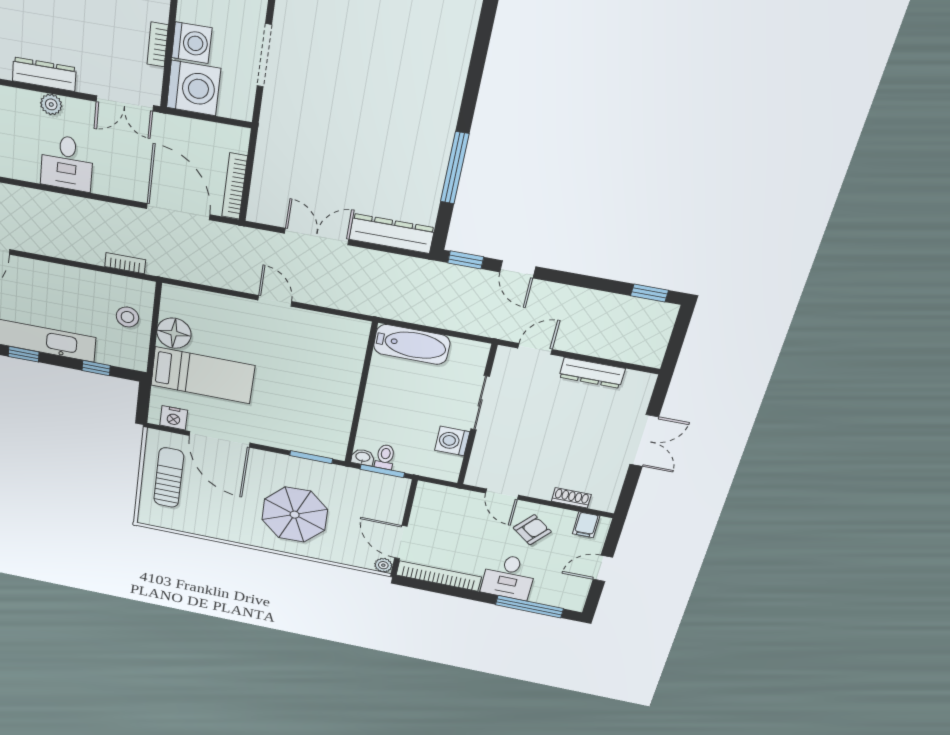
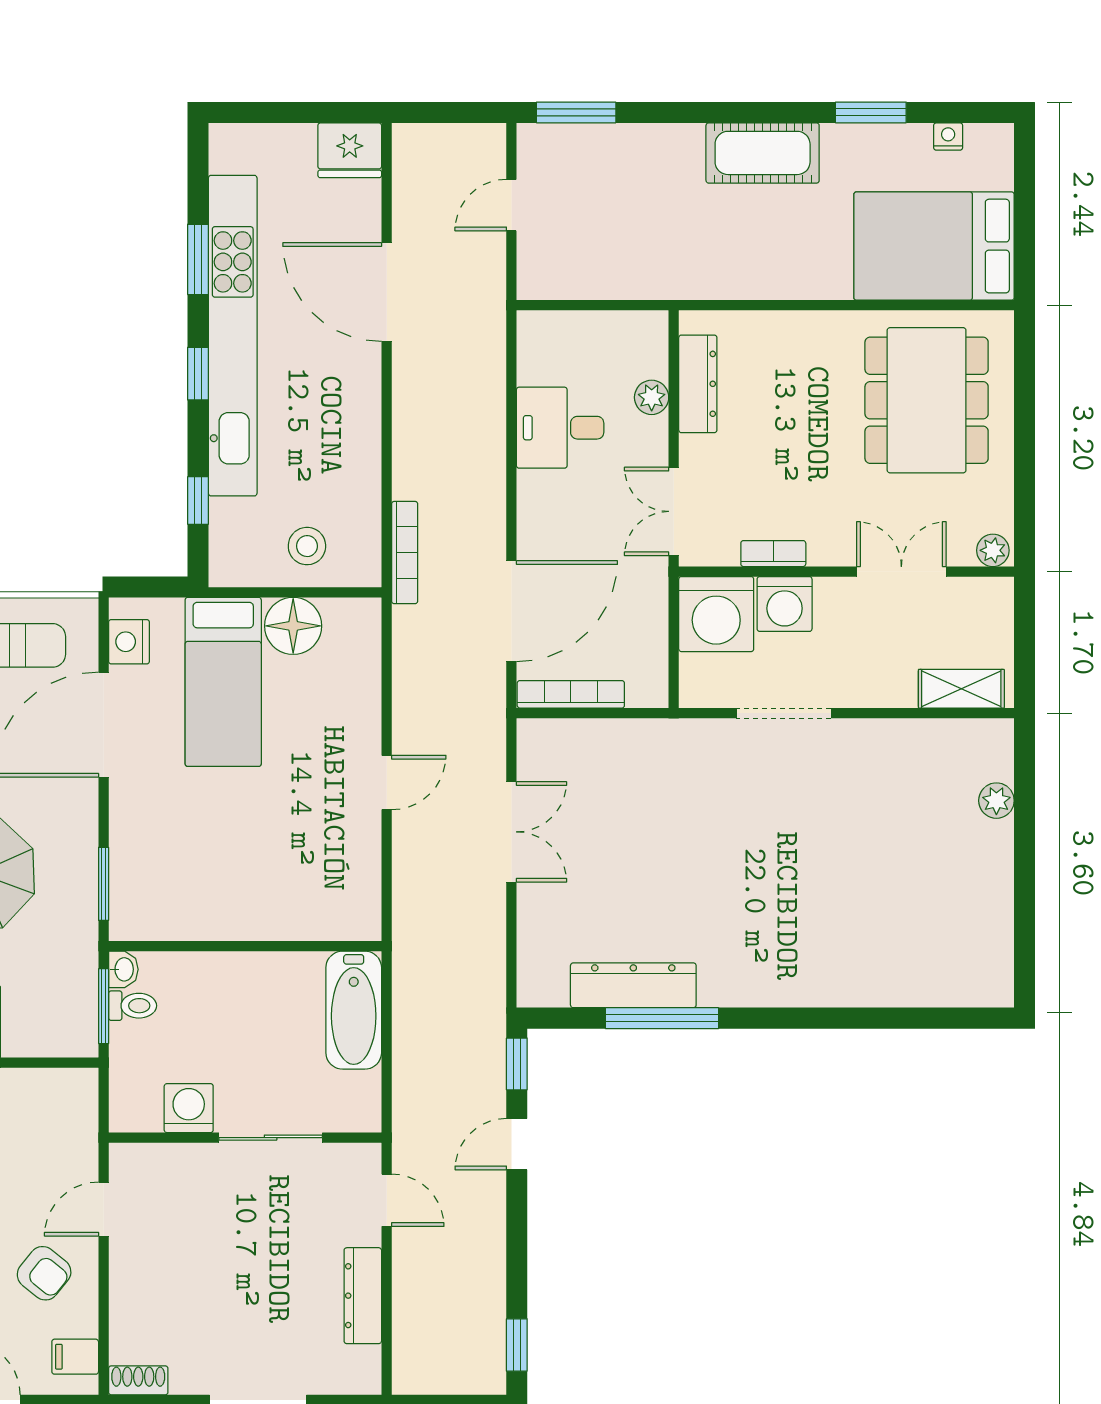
dresser: (392, 233) -> (633, 985), moved, turned -90
bookcase: (125, 263) -> (405, 553), width x1.56
shoe rack: (571, 498) -> (138, 1380), moved, turned -90

